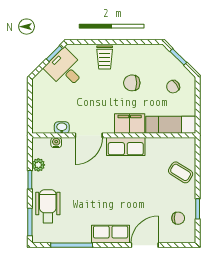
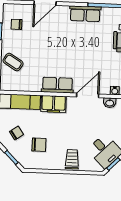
chair: (132, 83) -> (39, 145), moved
row of seats: (111, 234) -> (85, 14), moved

